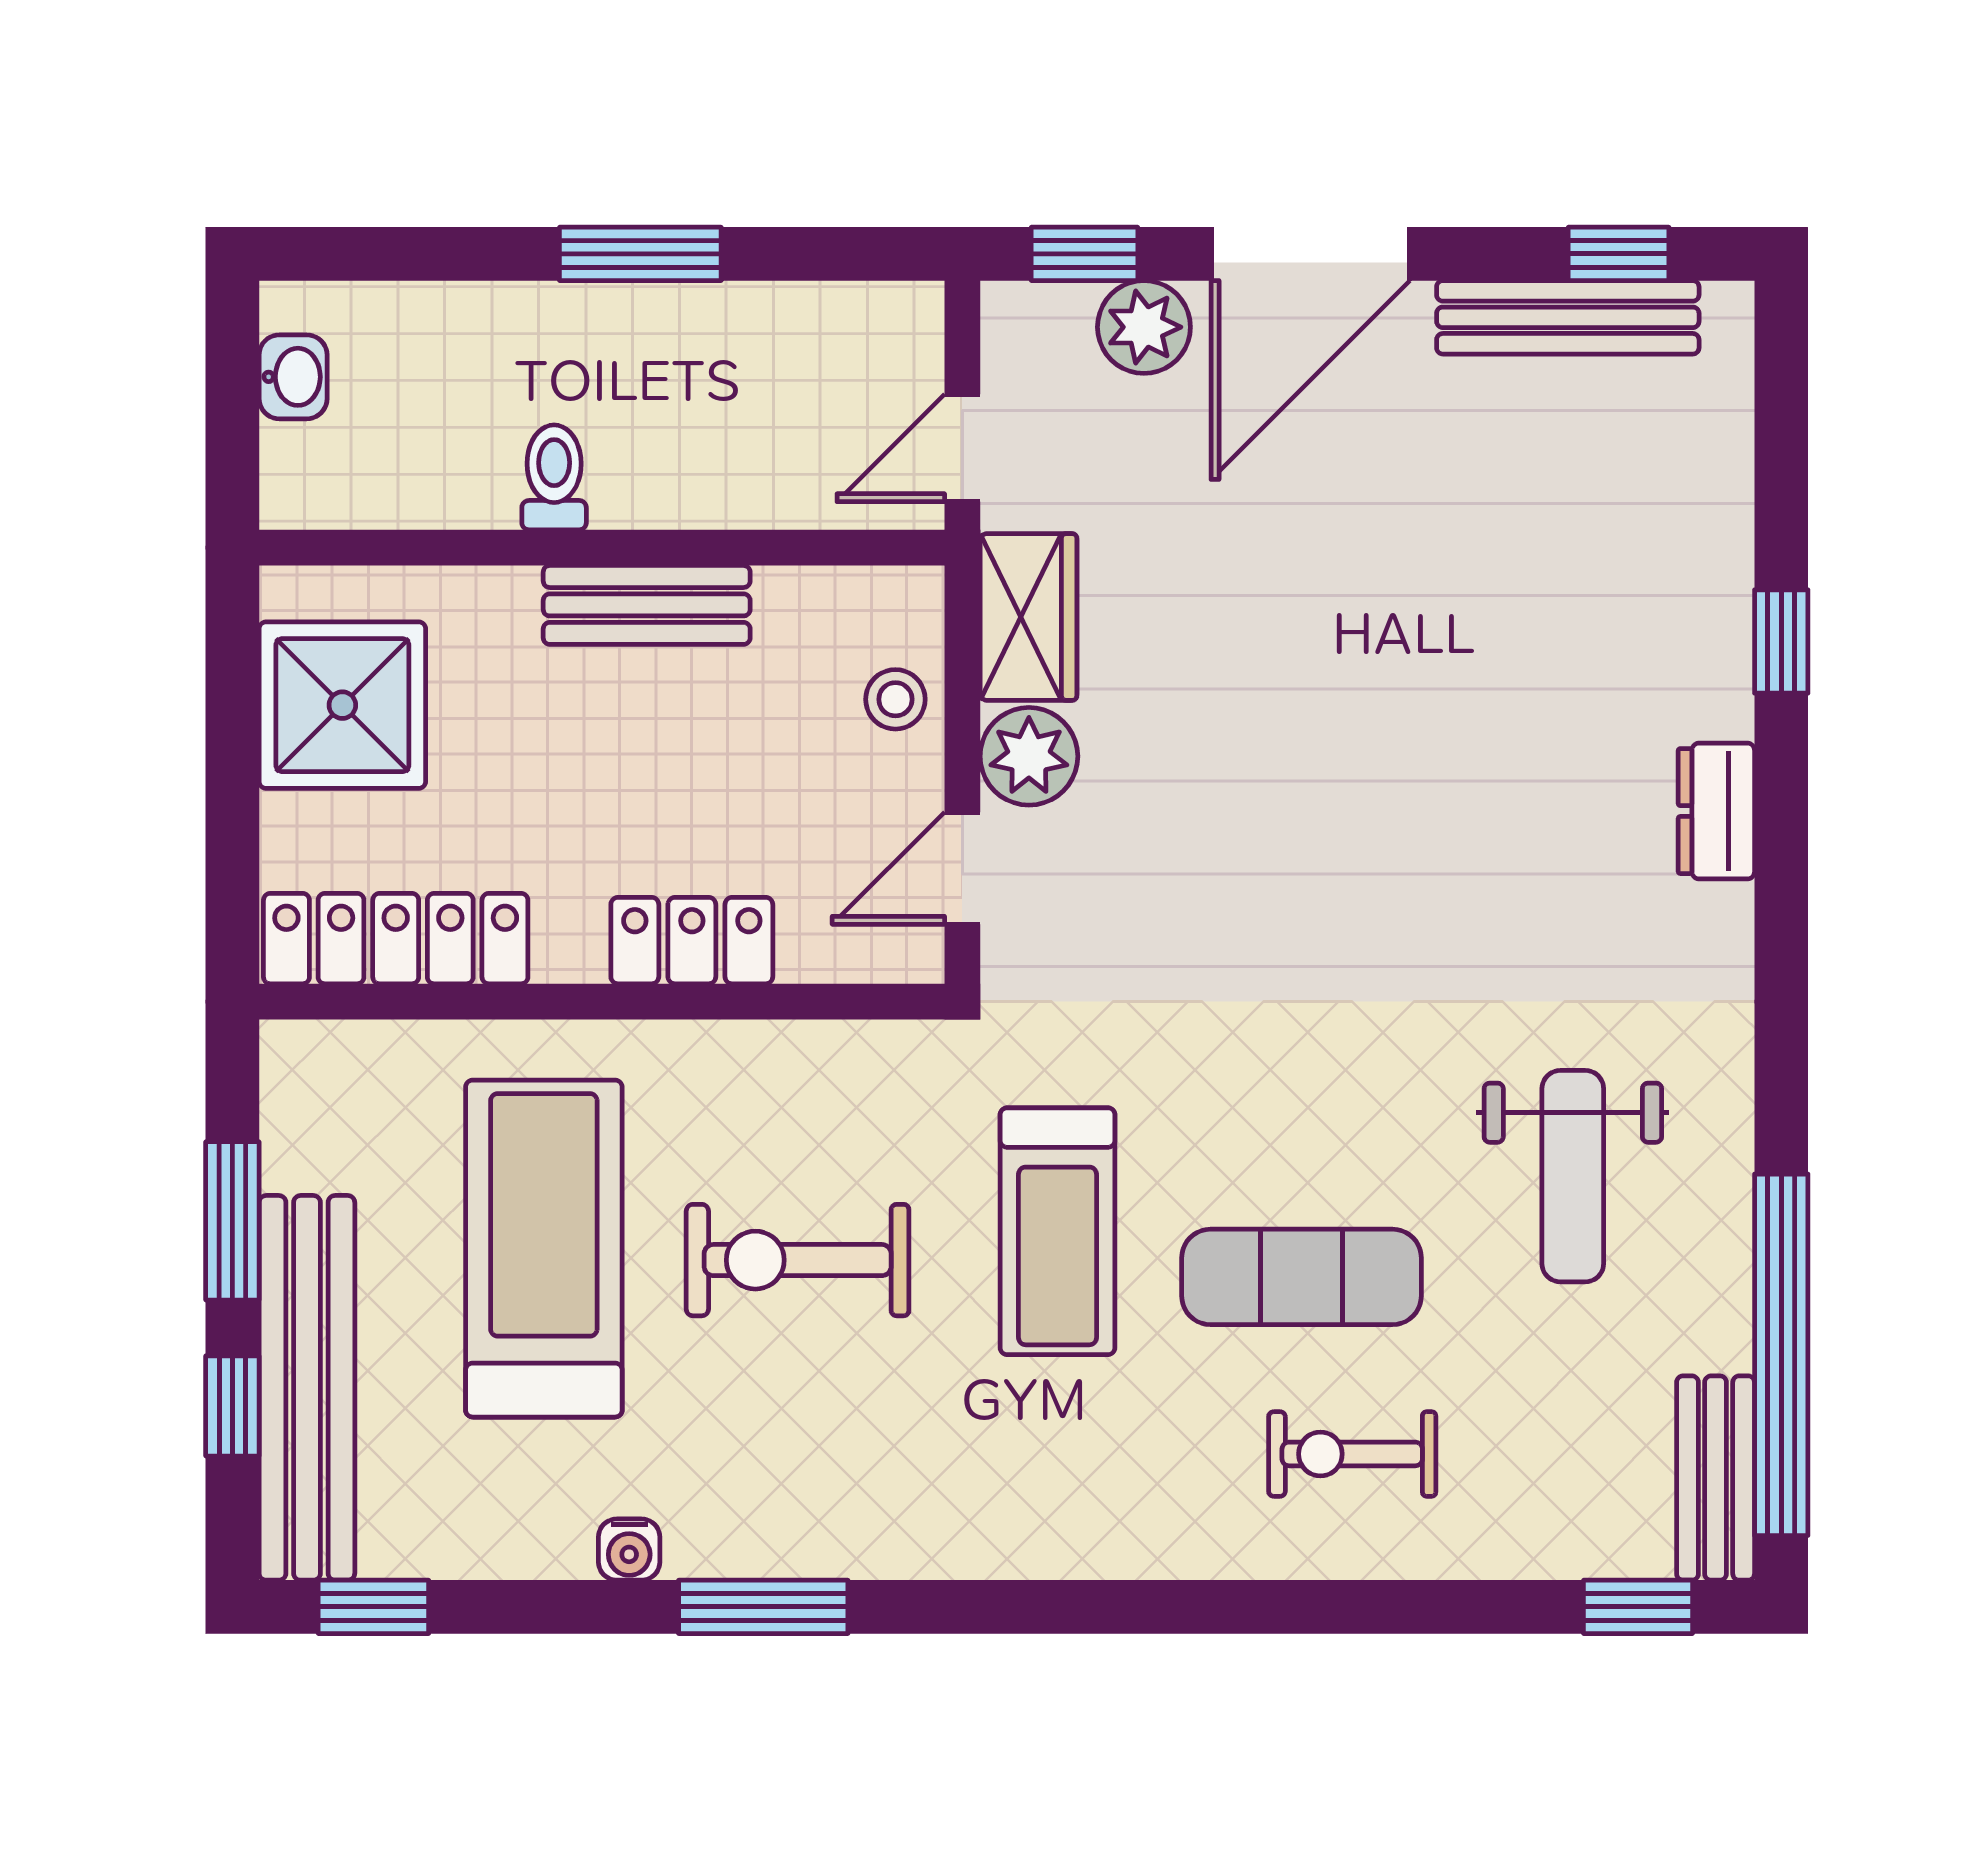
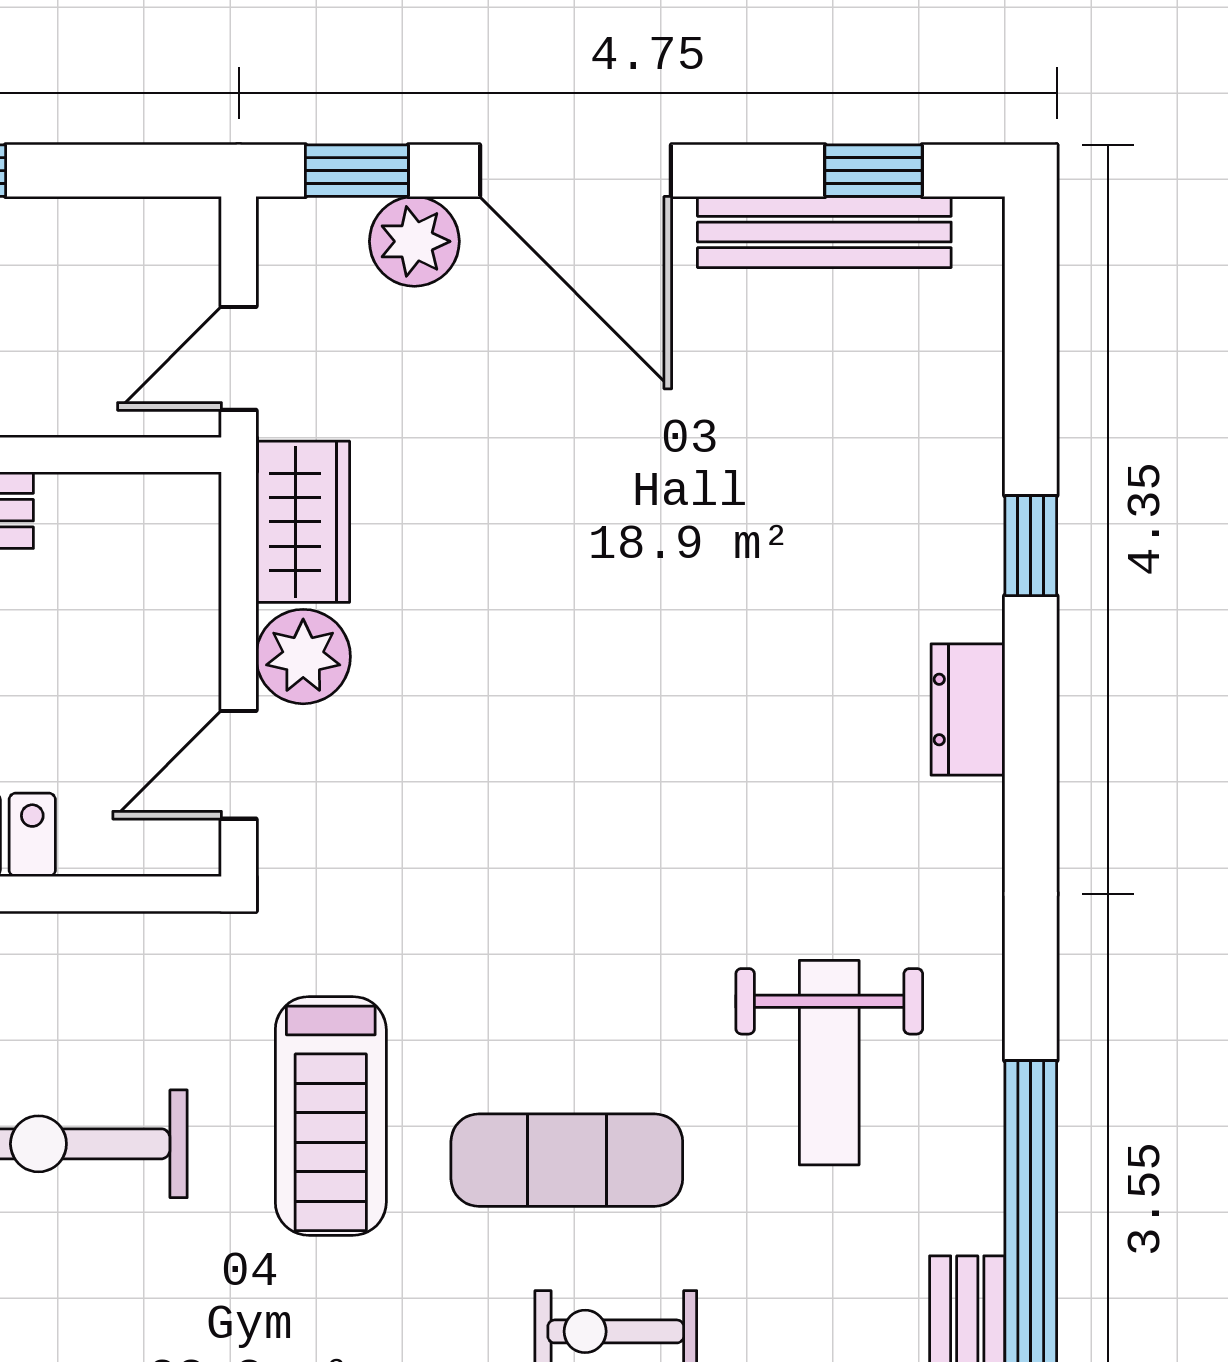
door: (1310, 254) -> (575, 171), hinge flipped
stool: (895, 699) -> (174, 601), removed

